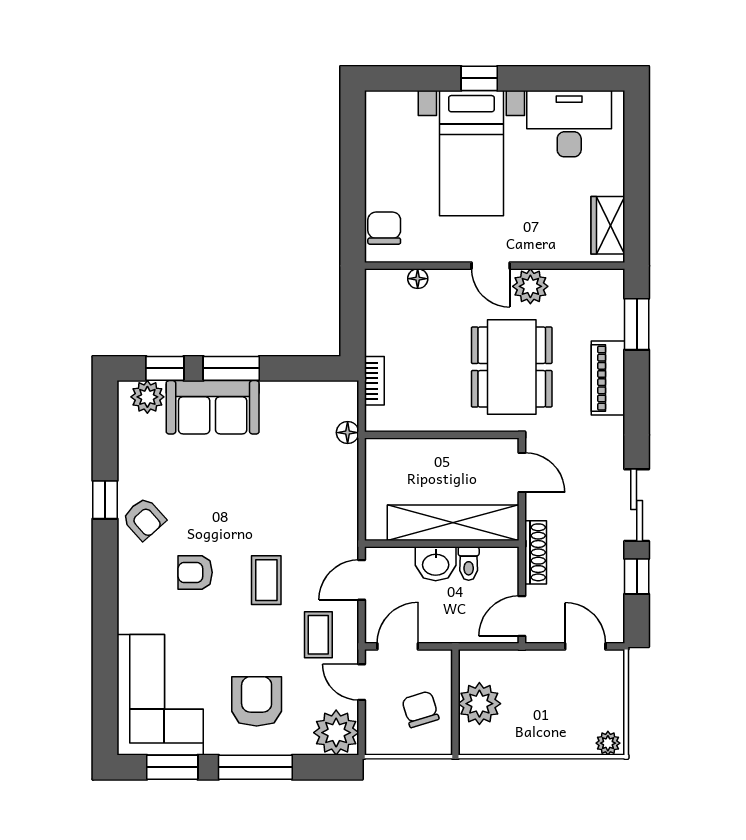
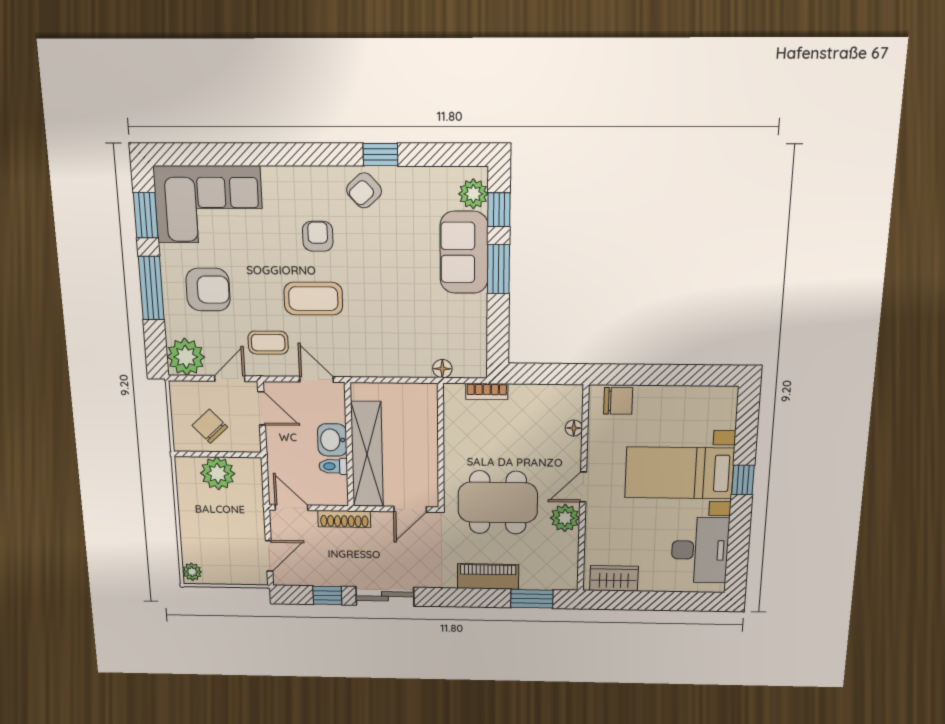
coffee table: (266, 580) -> (313, 299), width x1.36, depth x1.30
chair: (420, 709) -> (210, 426), turned -116

